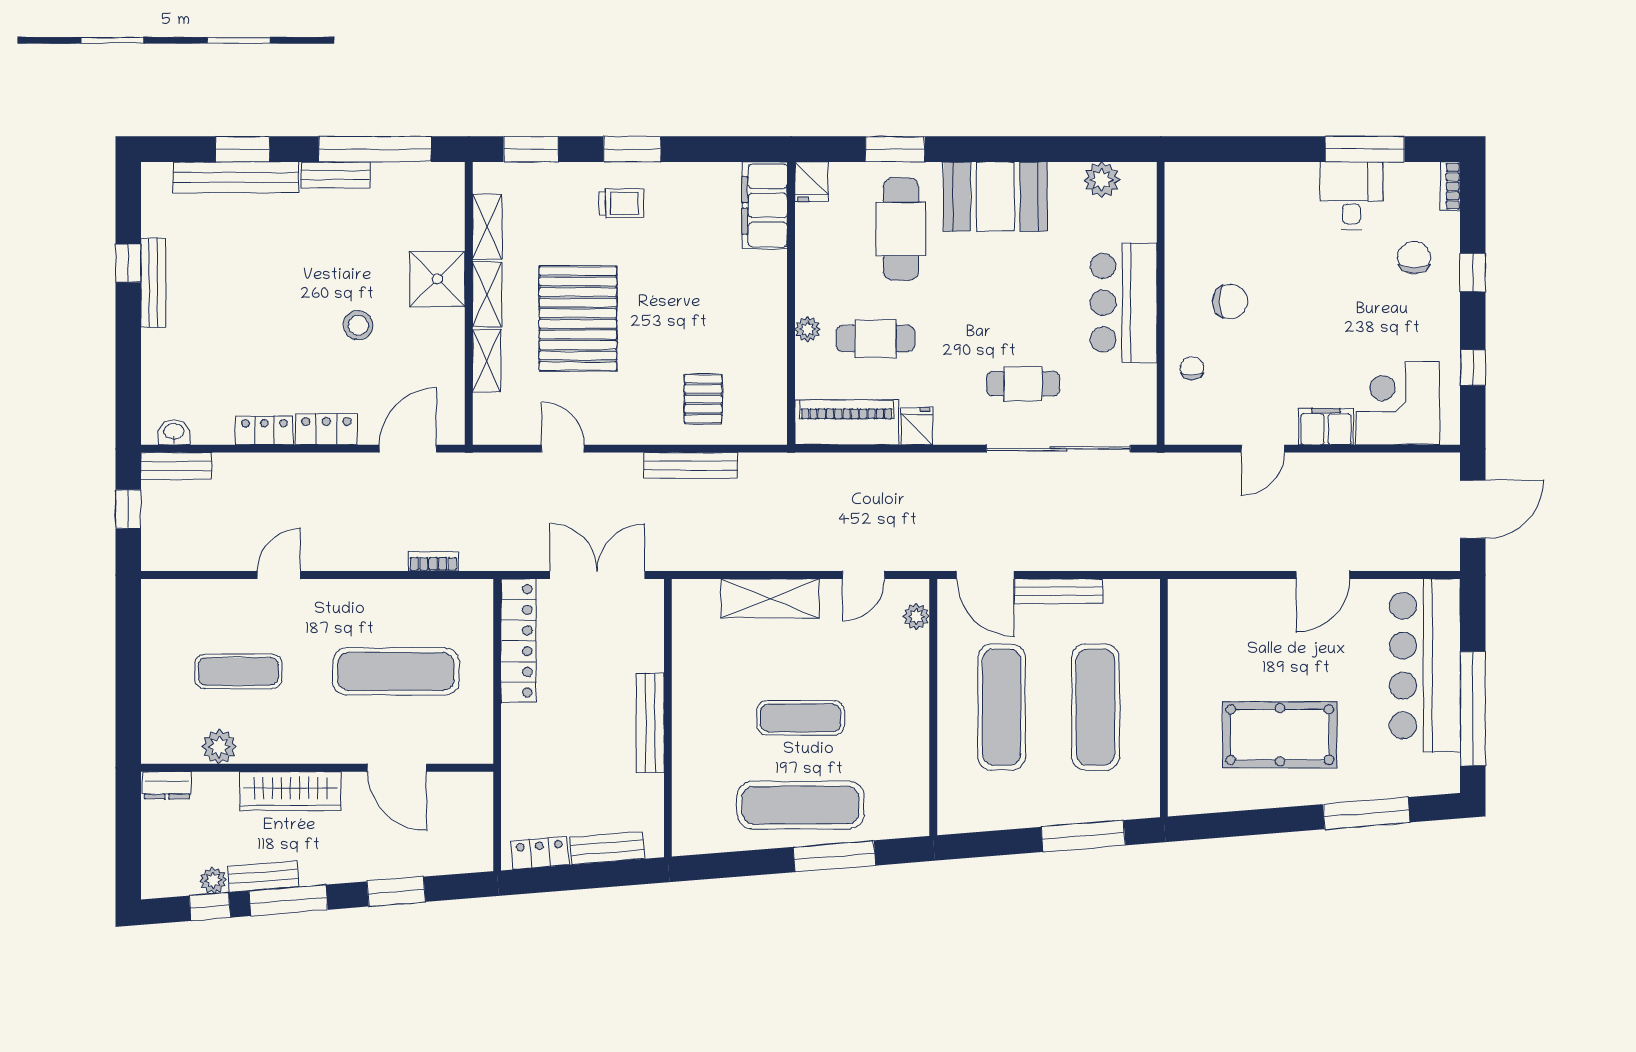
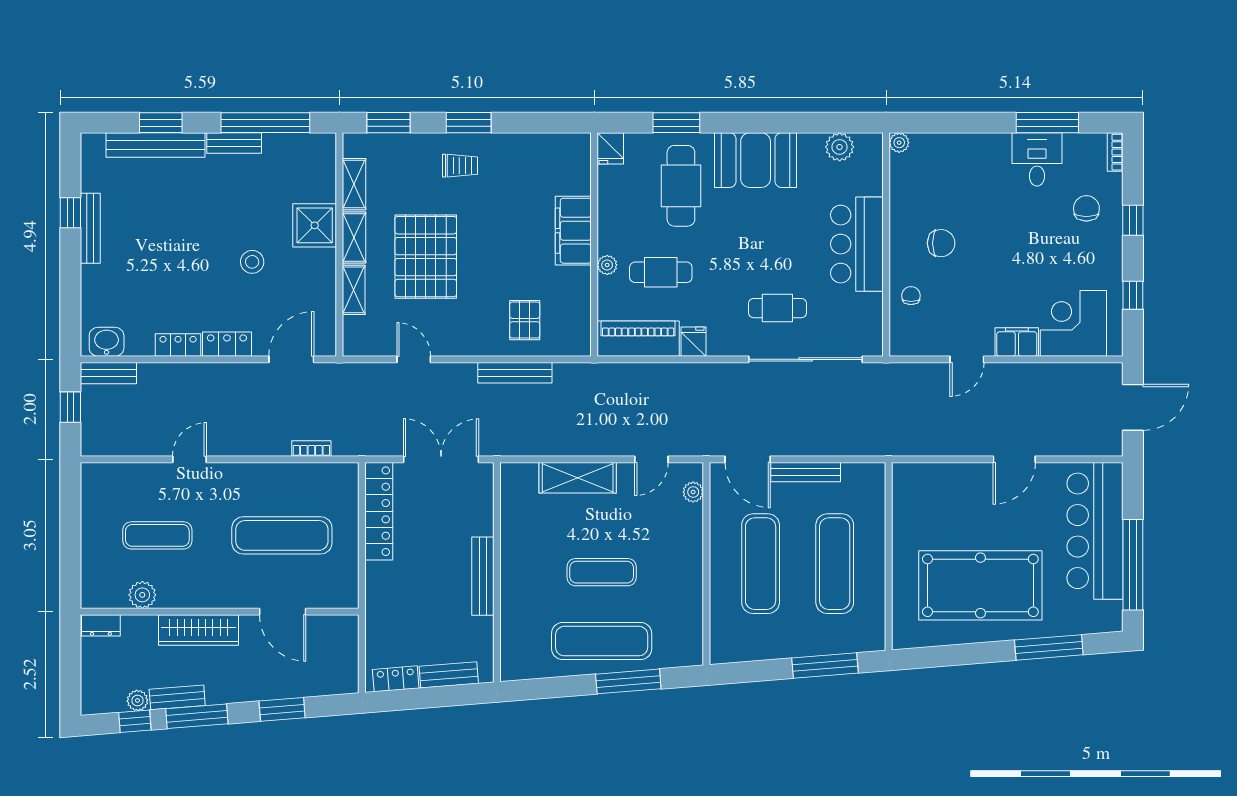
plant: (1177, 174) -> (899, 143), added
filing cabinet: (765, 205) -> (573, 231), moved
washbasin: (174, 432) -> (107, 342), width x1.38, depth x1.45
pool table: (1280, 735) -> (980, 585), width x1.36, depth x1.32

